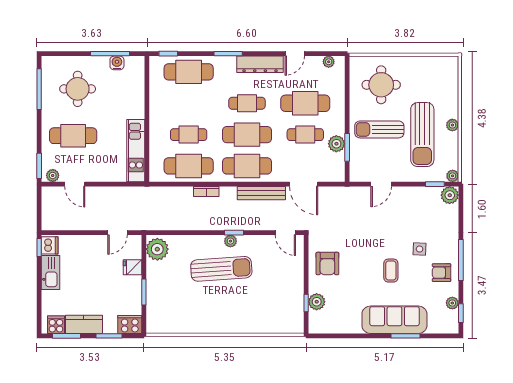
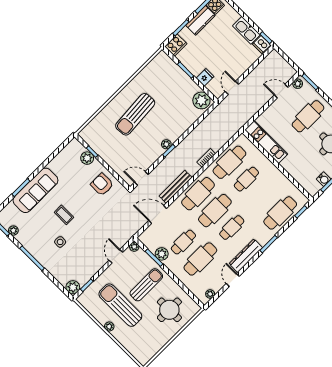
plant: (453, 176) -> (134, 247), moved
sun lounger: (221, 269) -> (135, 114), moved
armchair: (441, 273) -> (36, 241), removed

